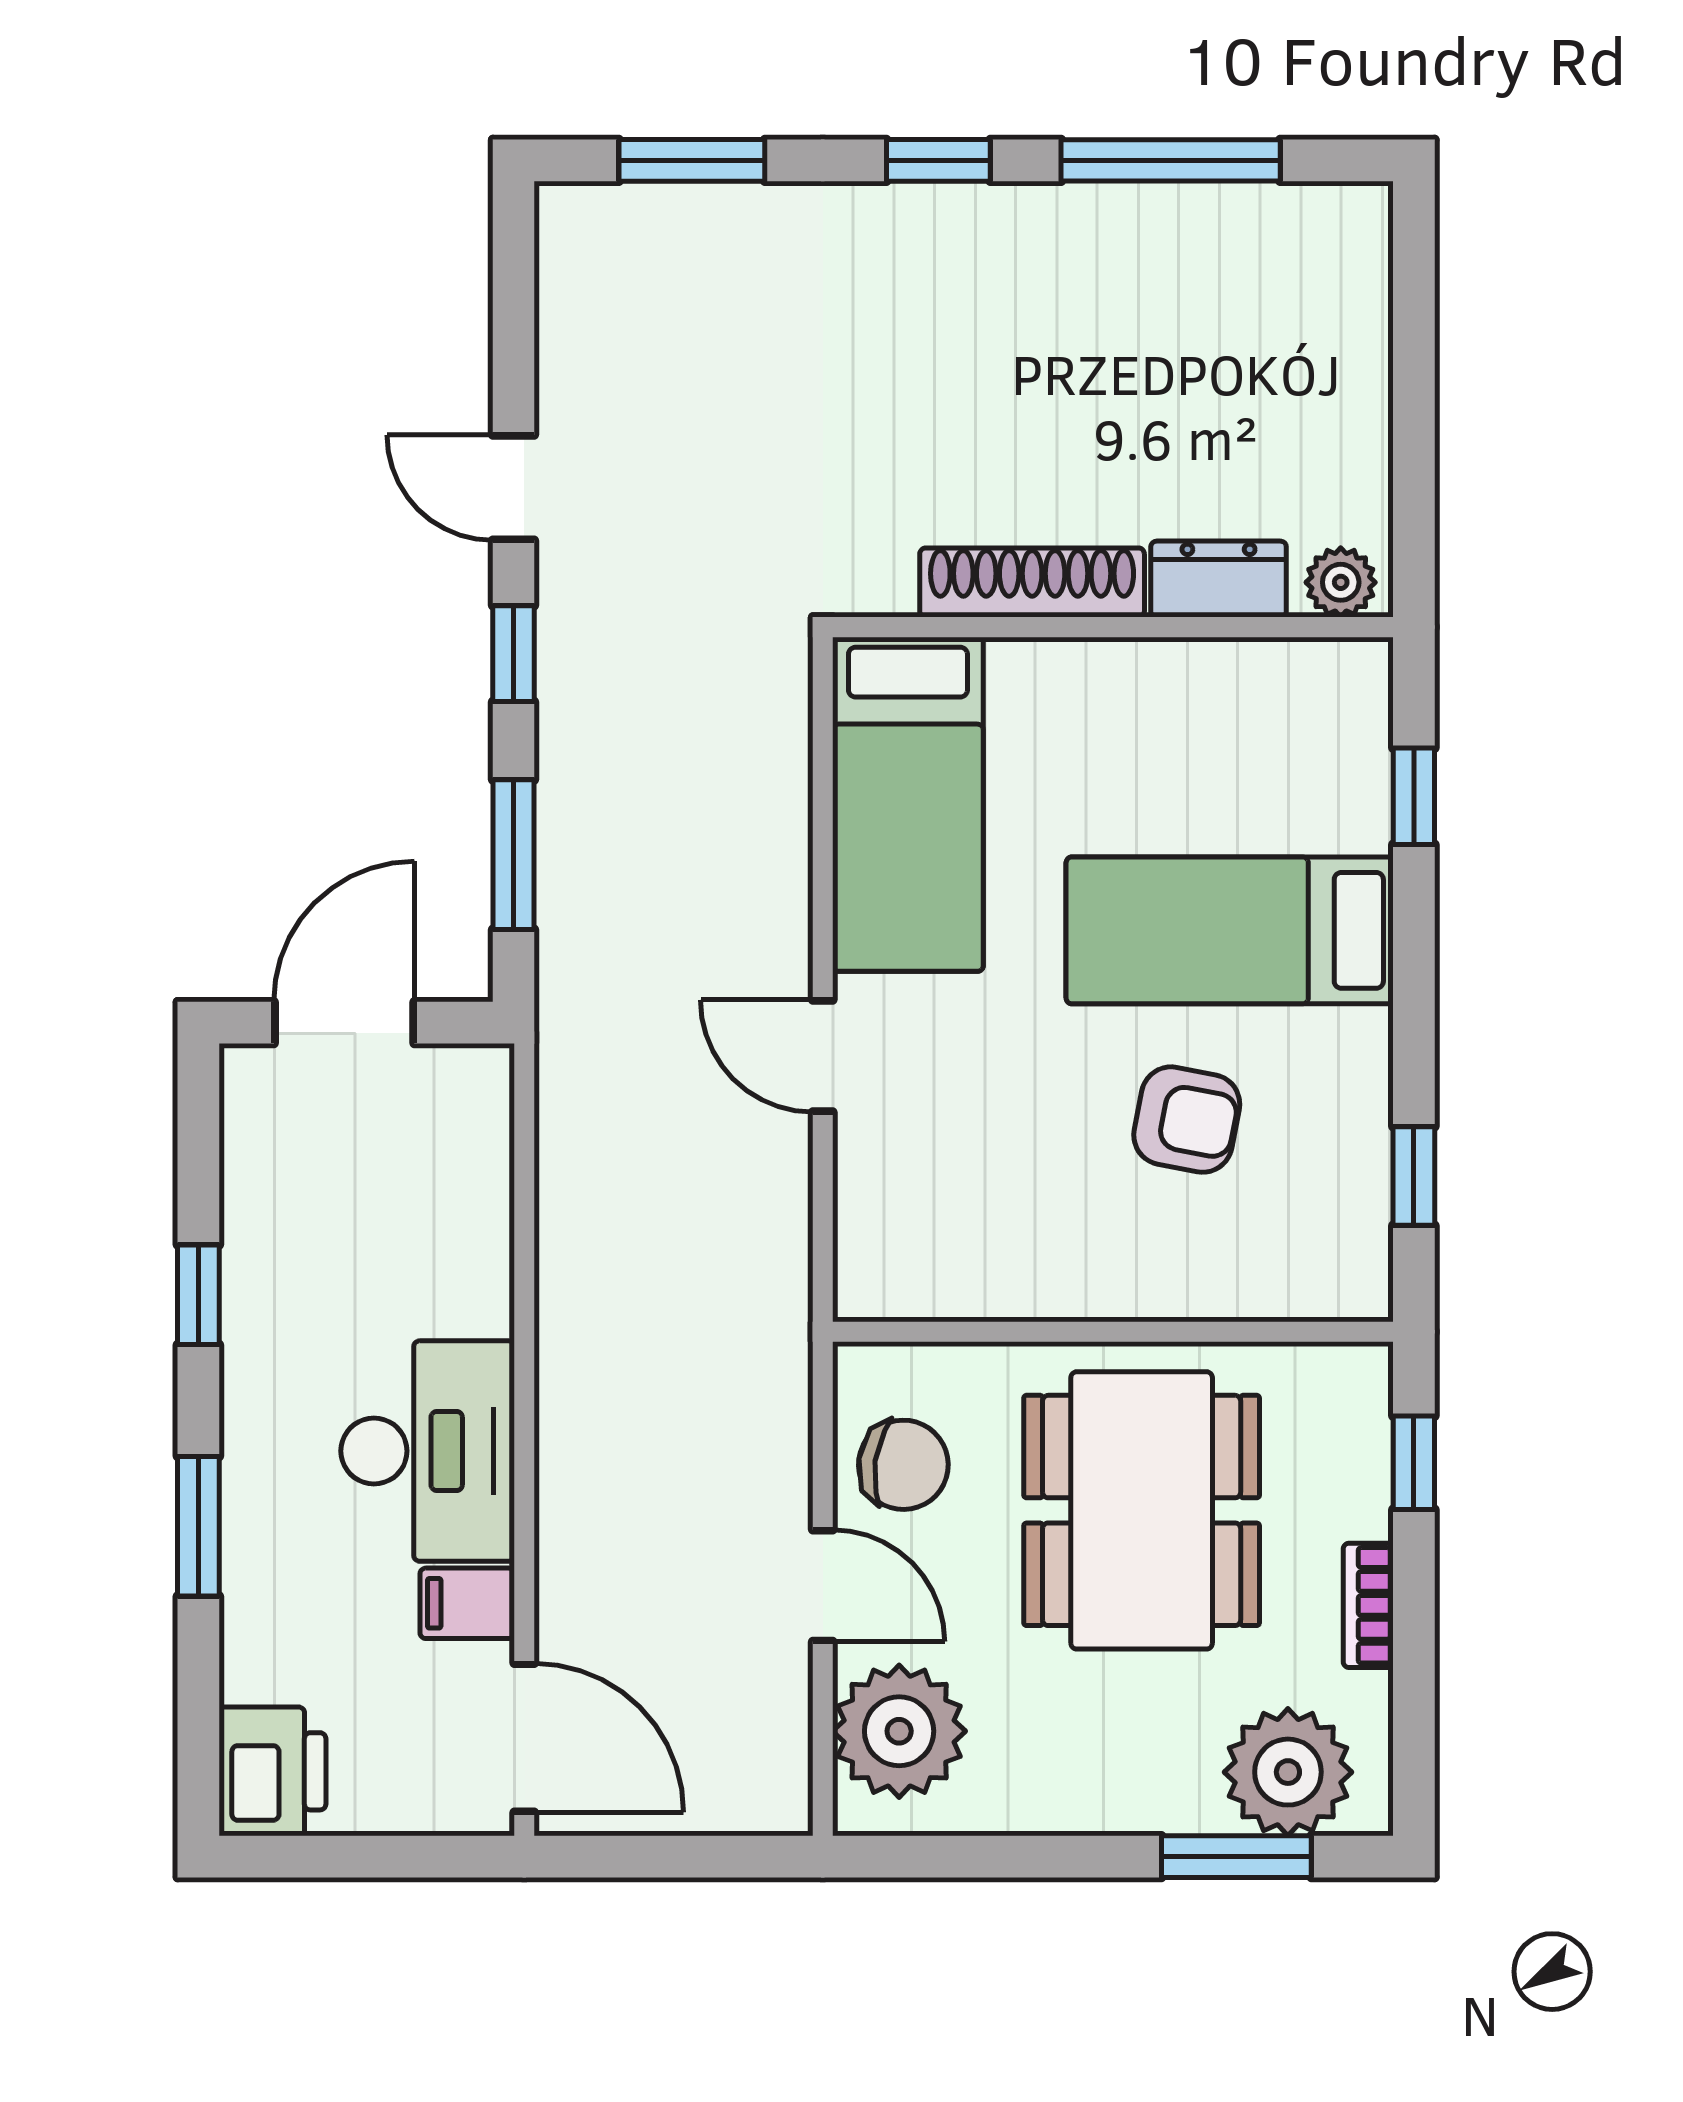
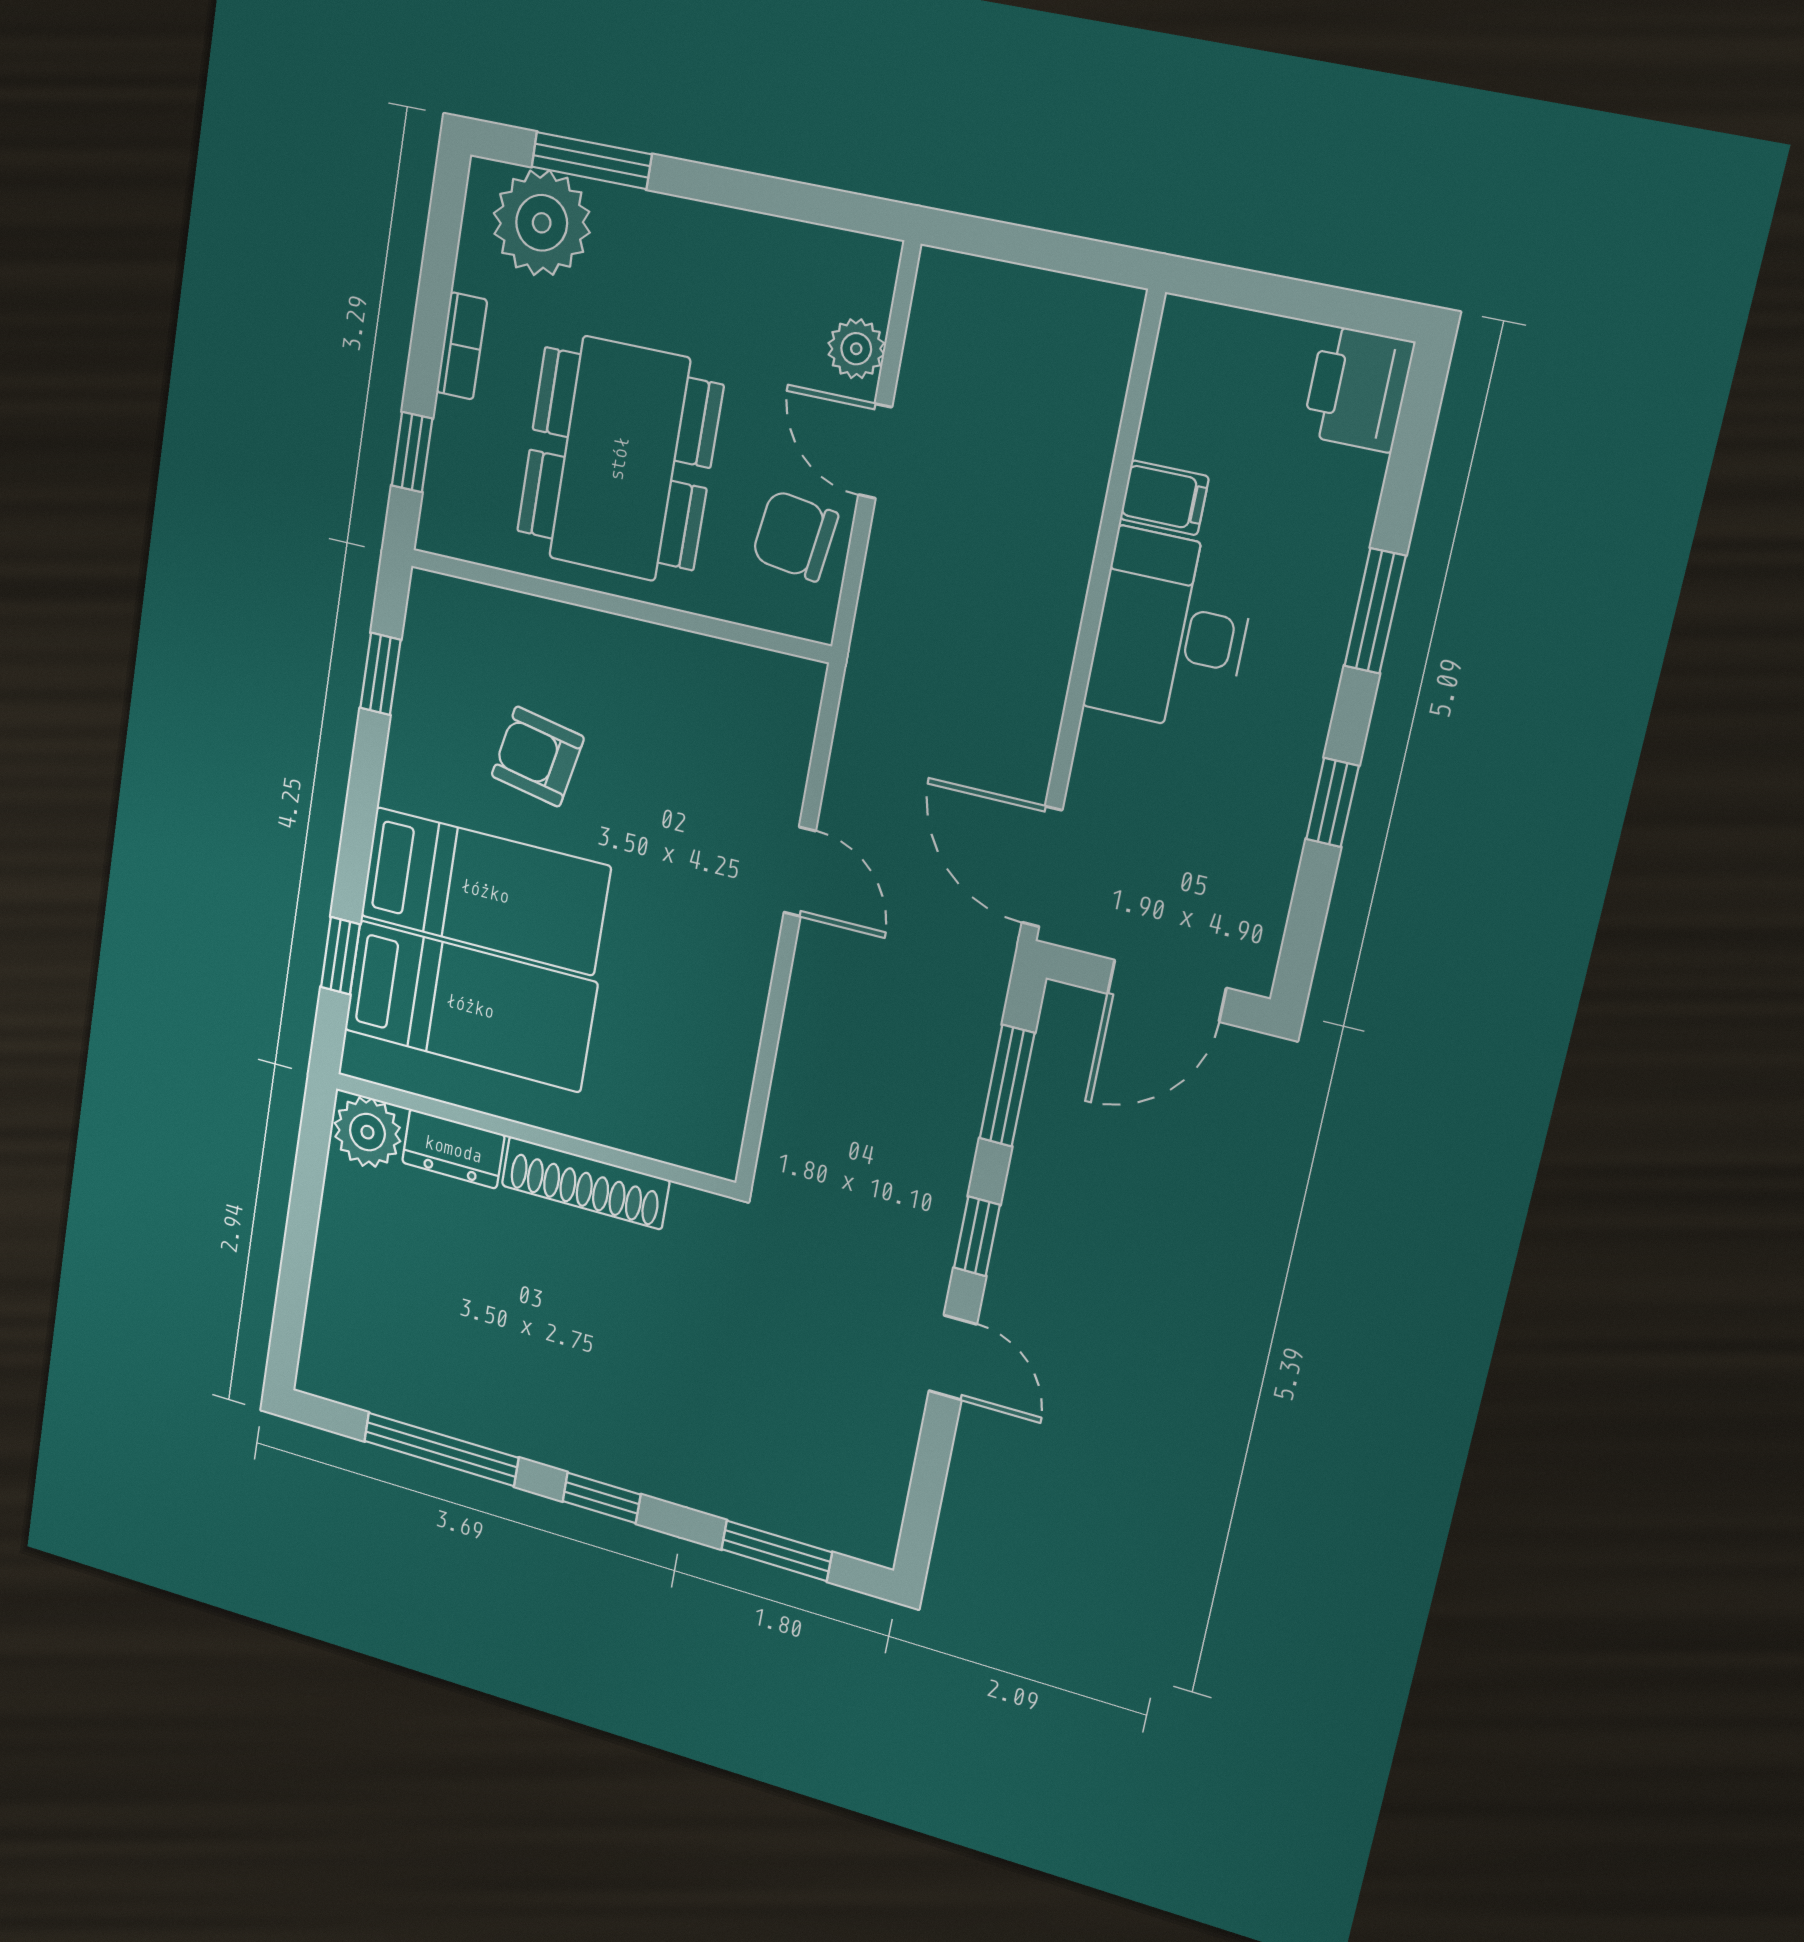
plant: (1341, 582) -> (367, 1132), width x1.38, depth x1.38
bed: (908, 804) -> (470, 1006), moved, turned 90
plant: (899, 1731) -> (856, 349), width x0.53, depth x0.53
door: (524, 1738) -> (1042, 867), moved

